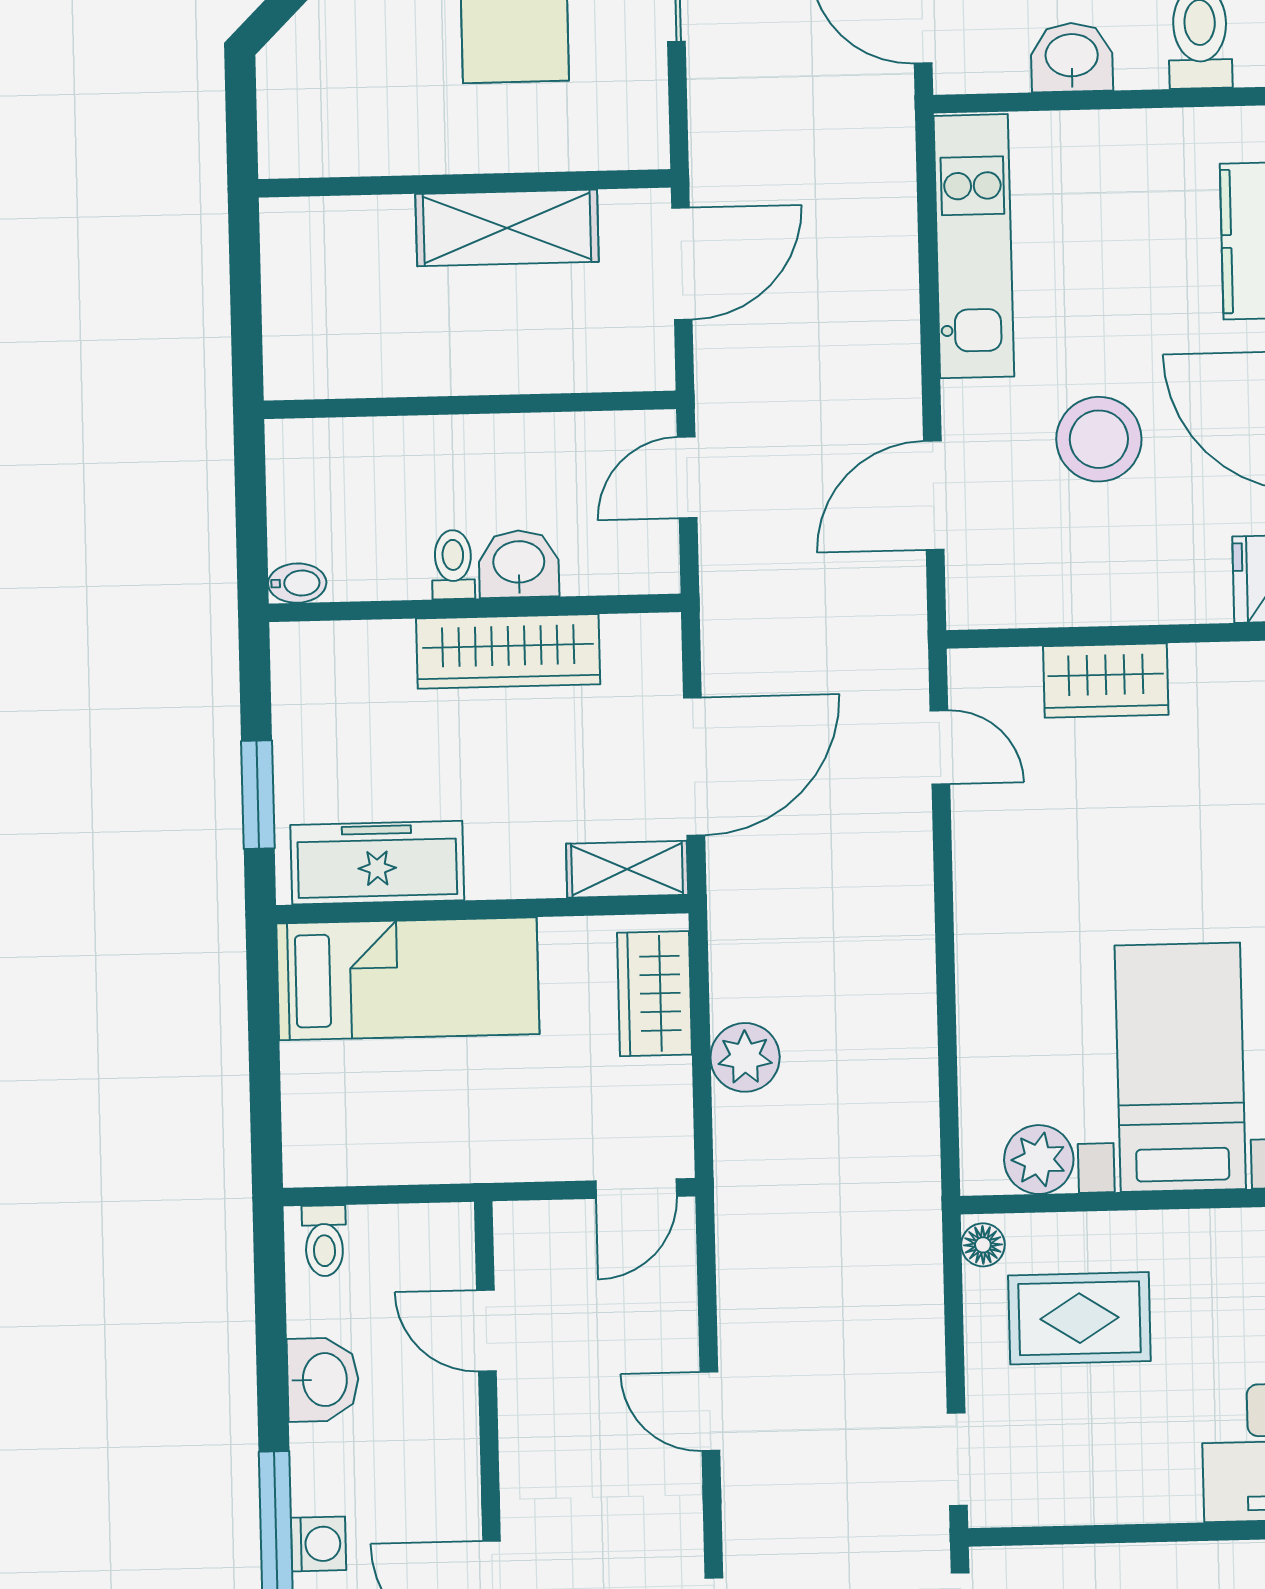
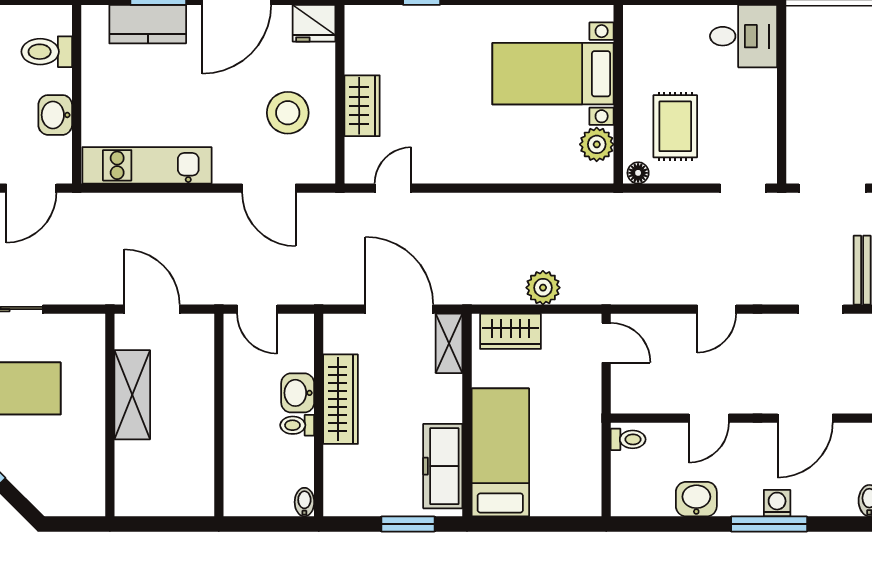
stool: (1099, 439) -> (288, 113), moved
toilet: (324, 1241) -> (628, 439), moved
door: (486, 1331) -> (709, 418), moved

